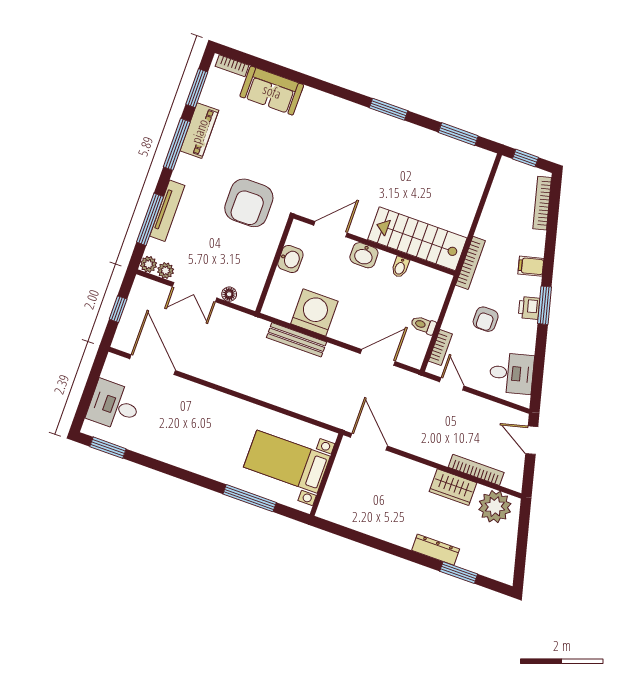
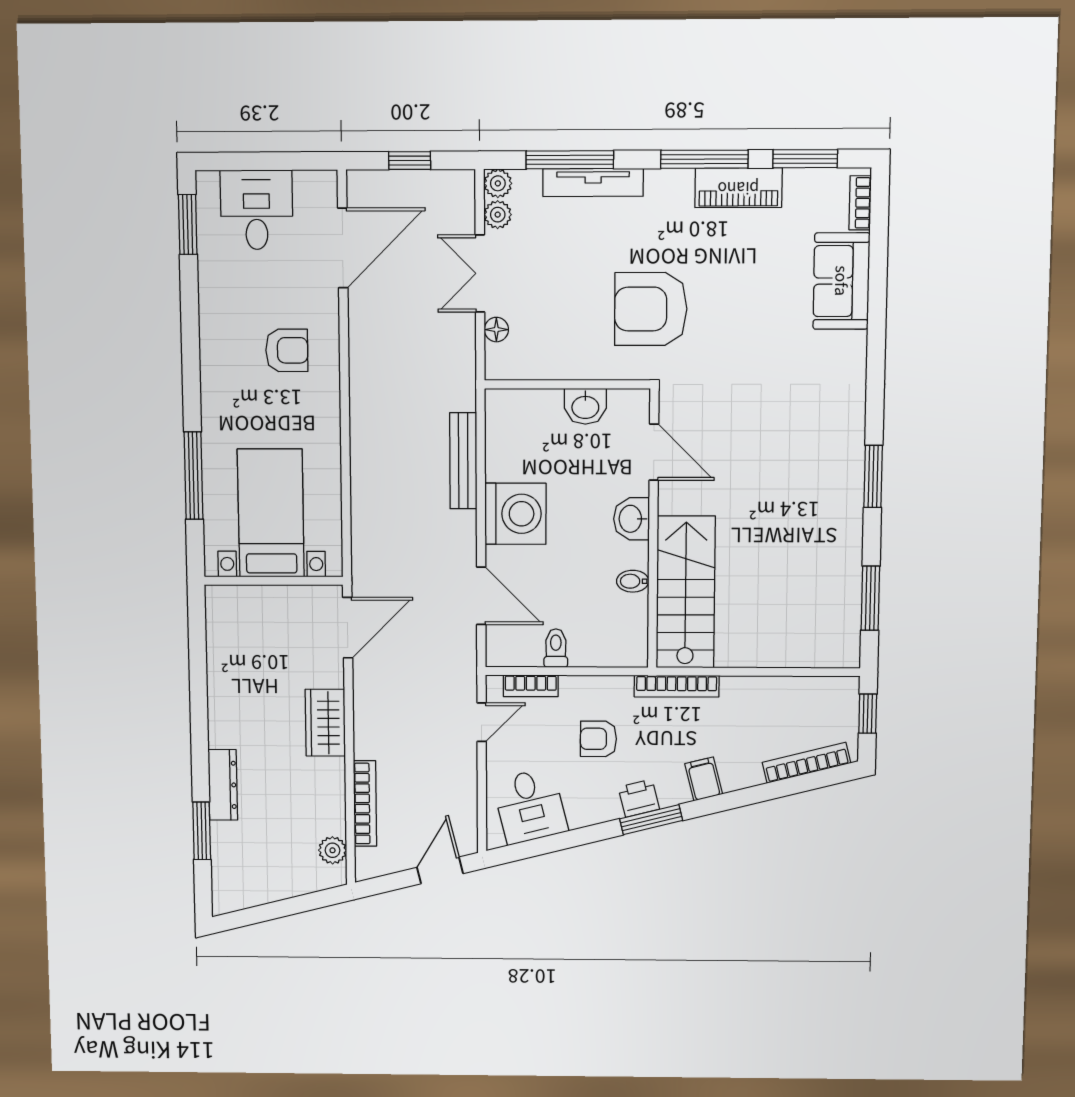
washing machine: (314, 313) -> (515, 514), moved
armchair: (198, 418) -> (287, 350), added
wardrobe: (453, 487) -> (325, 723), moved
plant: (495, 507) -> (333, 850), width x0.53, depth x0.53

